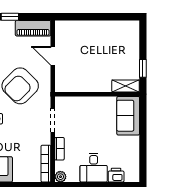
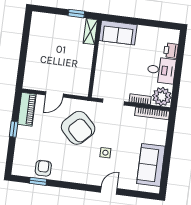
plant: (60, 177) -> (162, 97), width x1.87, depth x1.87

